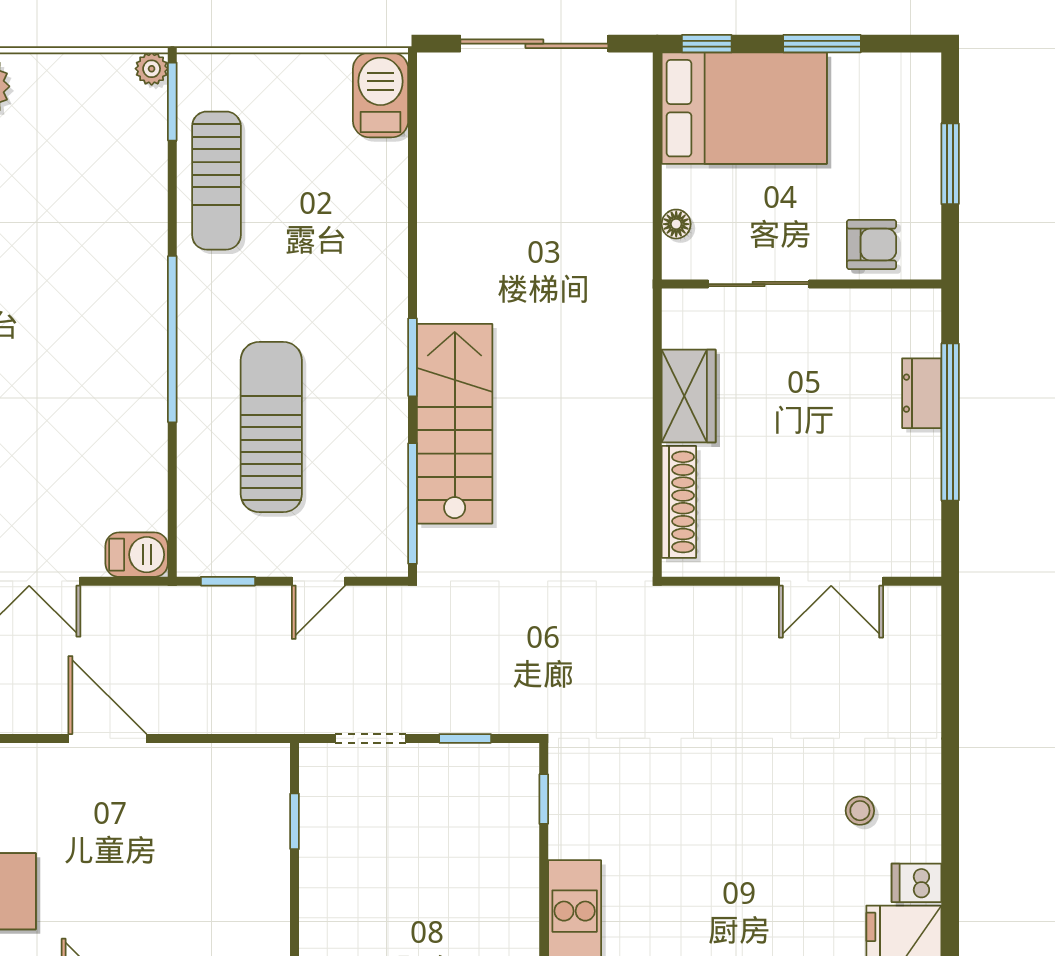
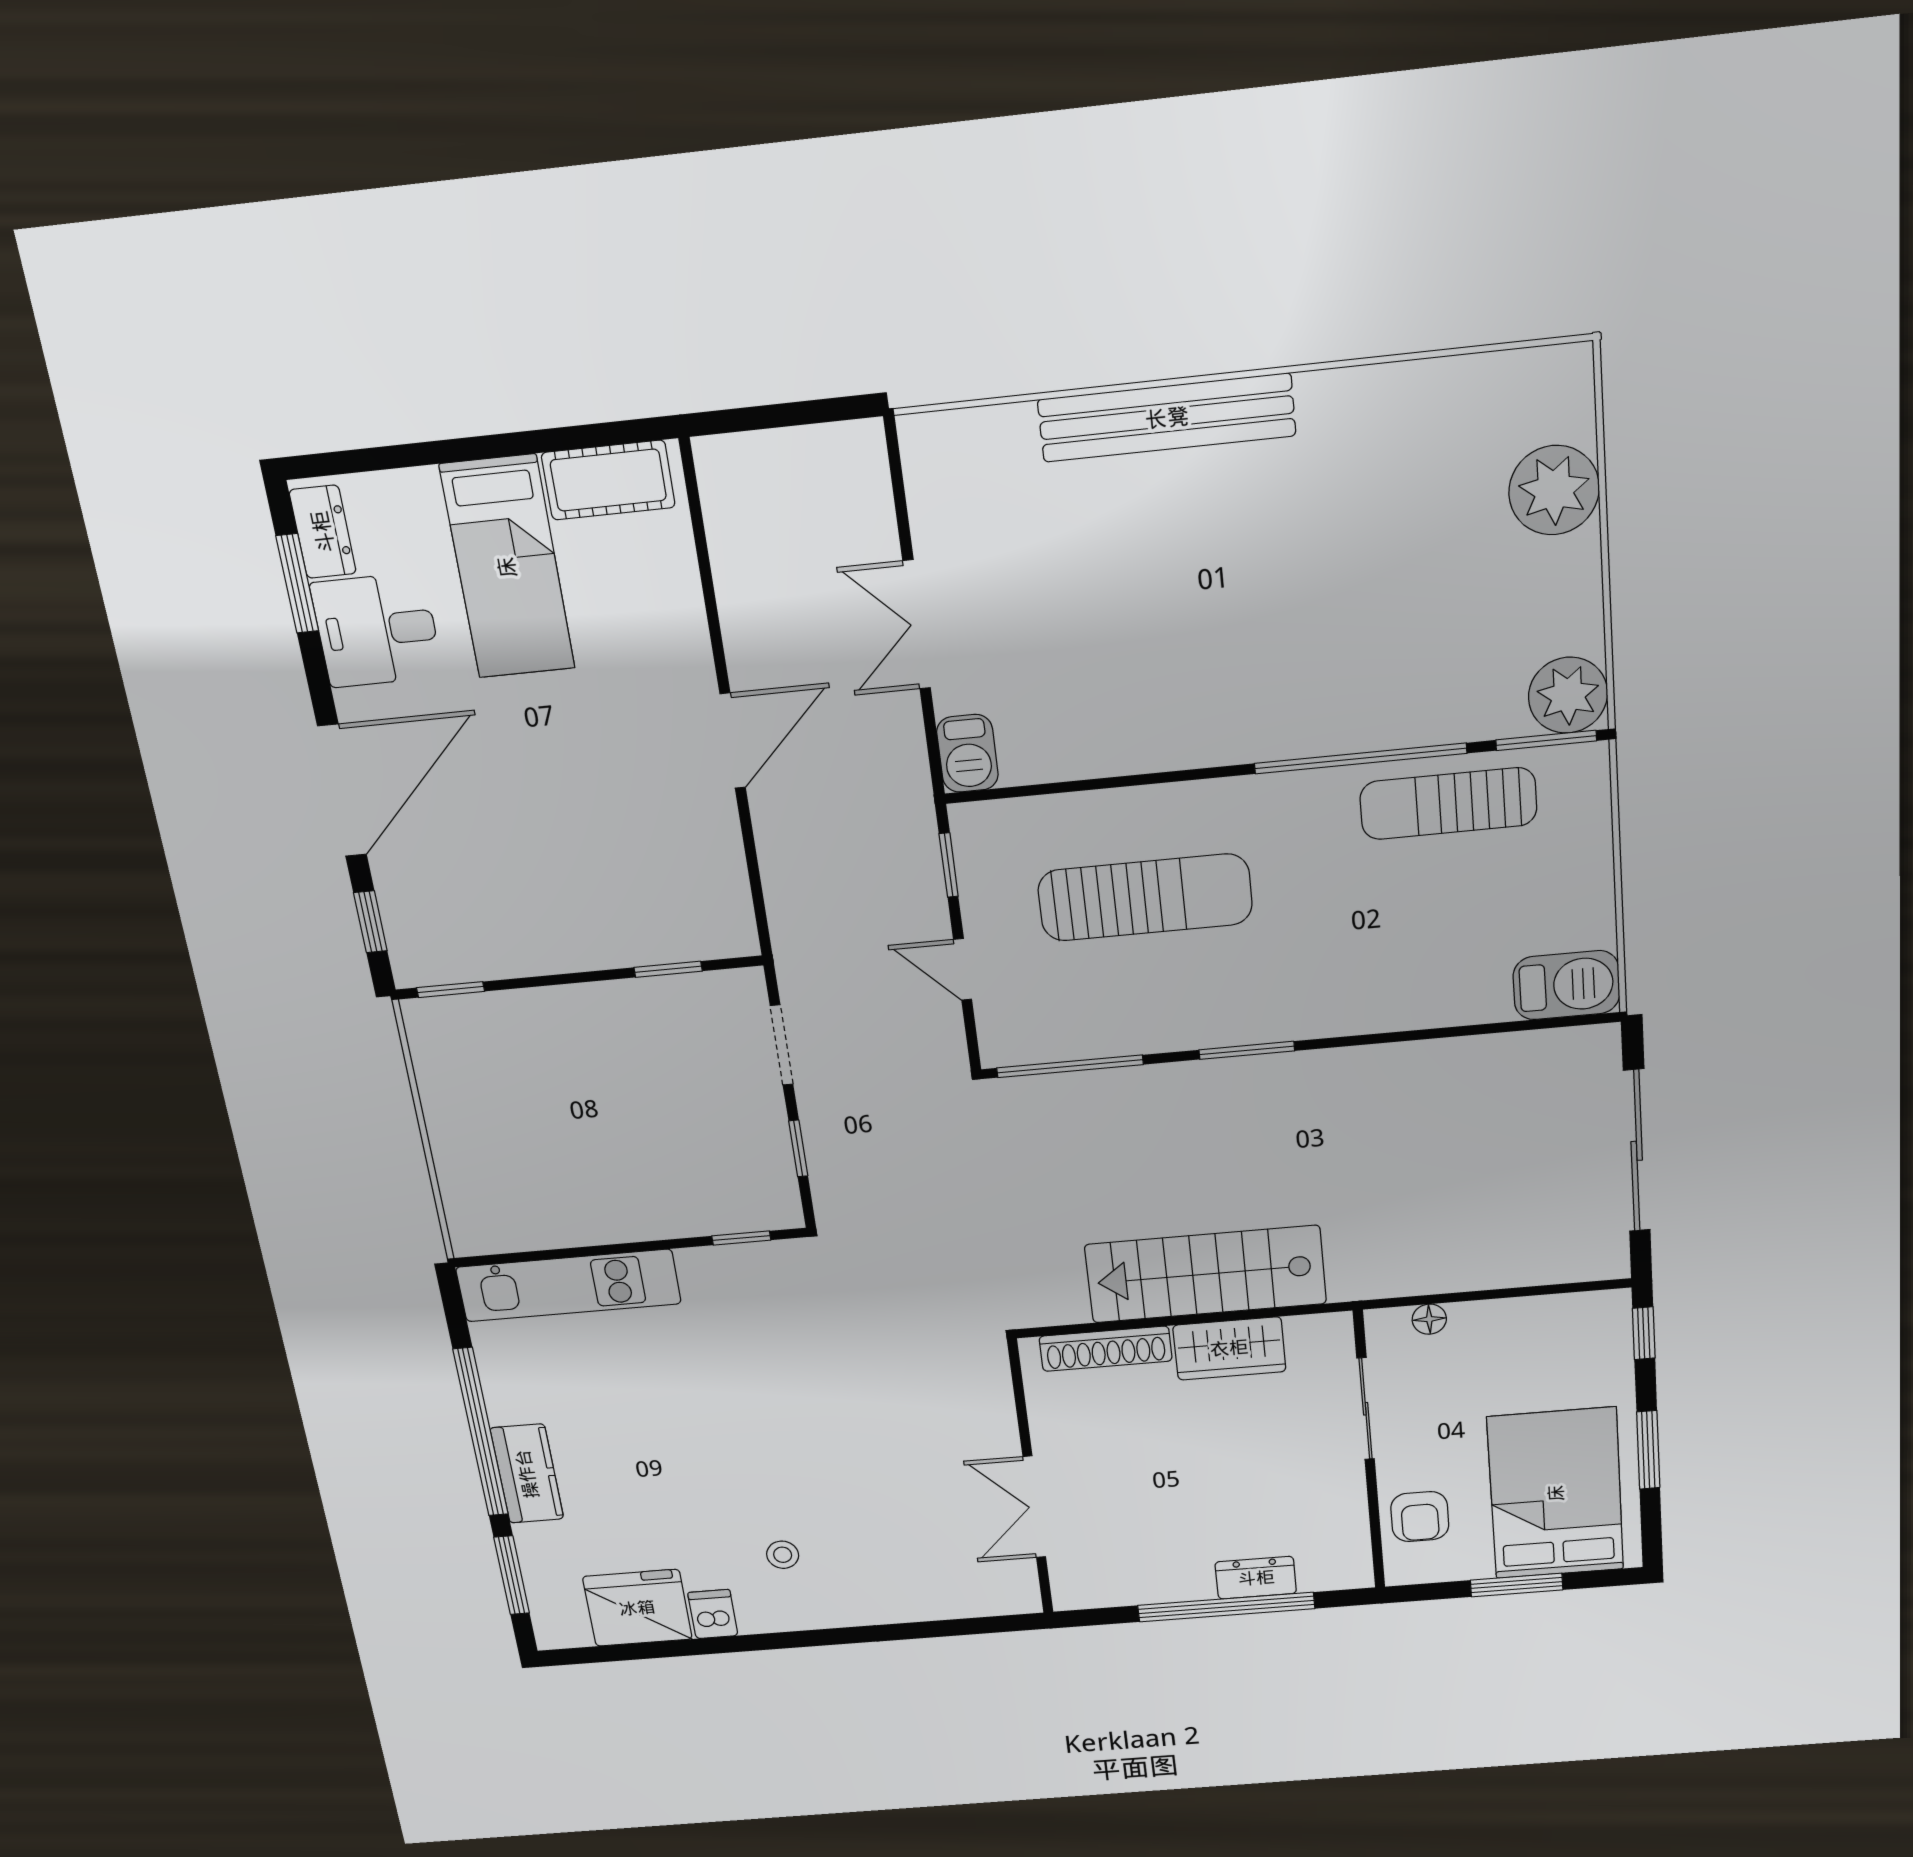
plant: (152, 69) -> (1568, 695), width x1.88, depth x1.88
bed: (744, 108) -> (1556, 1493), moved, turned 180
window: (172, 339) -> (1360, 758), moved
stairs: (455, 424) -> (1206, 1274), moved, turned 180

